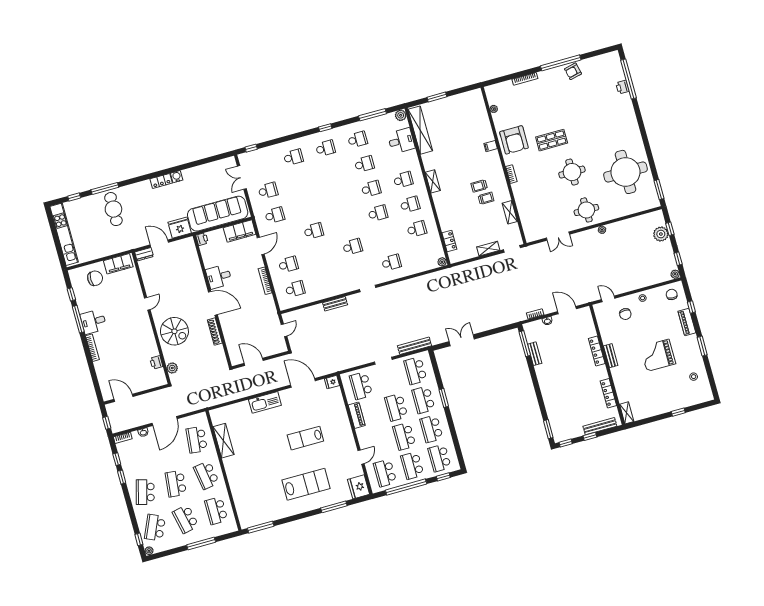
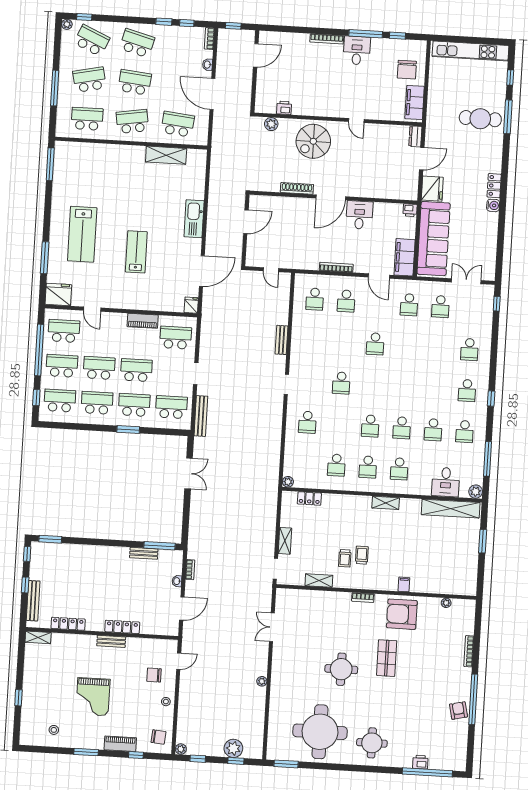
round table: (586, 210) -> (372, 743), moved
grand piano: (658, 355) -> (93, 697), turned 180

